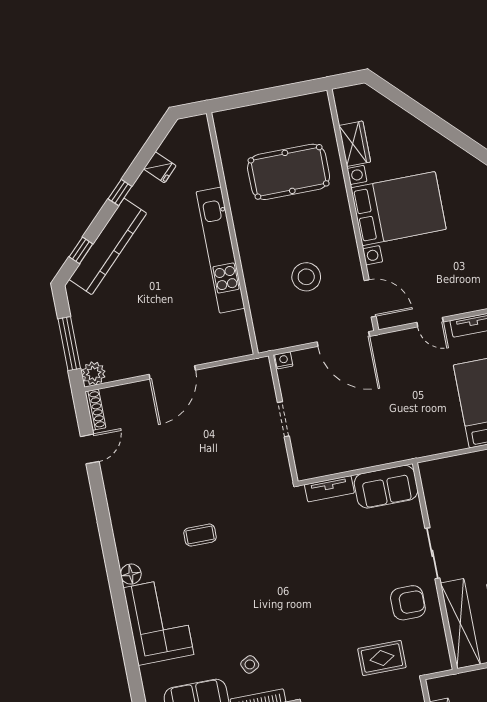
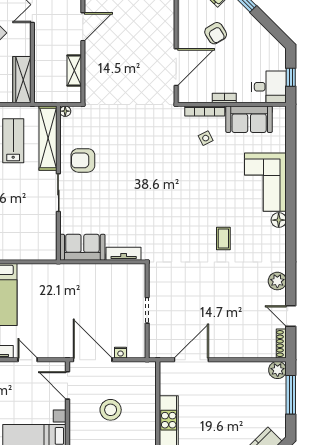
nightstand: (284, 360) -> (120, 353), moved
door: (172, 372) -> (191, 360), moved
door: (90, 449) -> (291, 316), hinge flipped
plant: (117, 492) -> (277, 281), added
coffee table: (200, 535) -> (223, 238), turned 90
rug: (382, 658) -> (109, 124), removed
floor lamp: (444, 664) -> (65, 111), added

